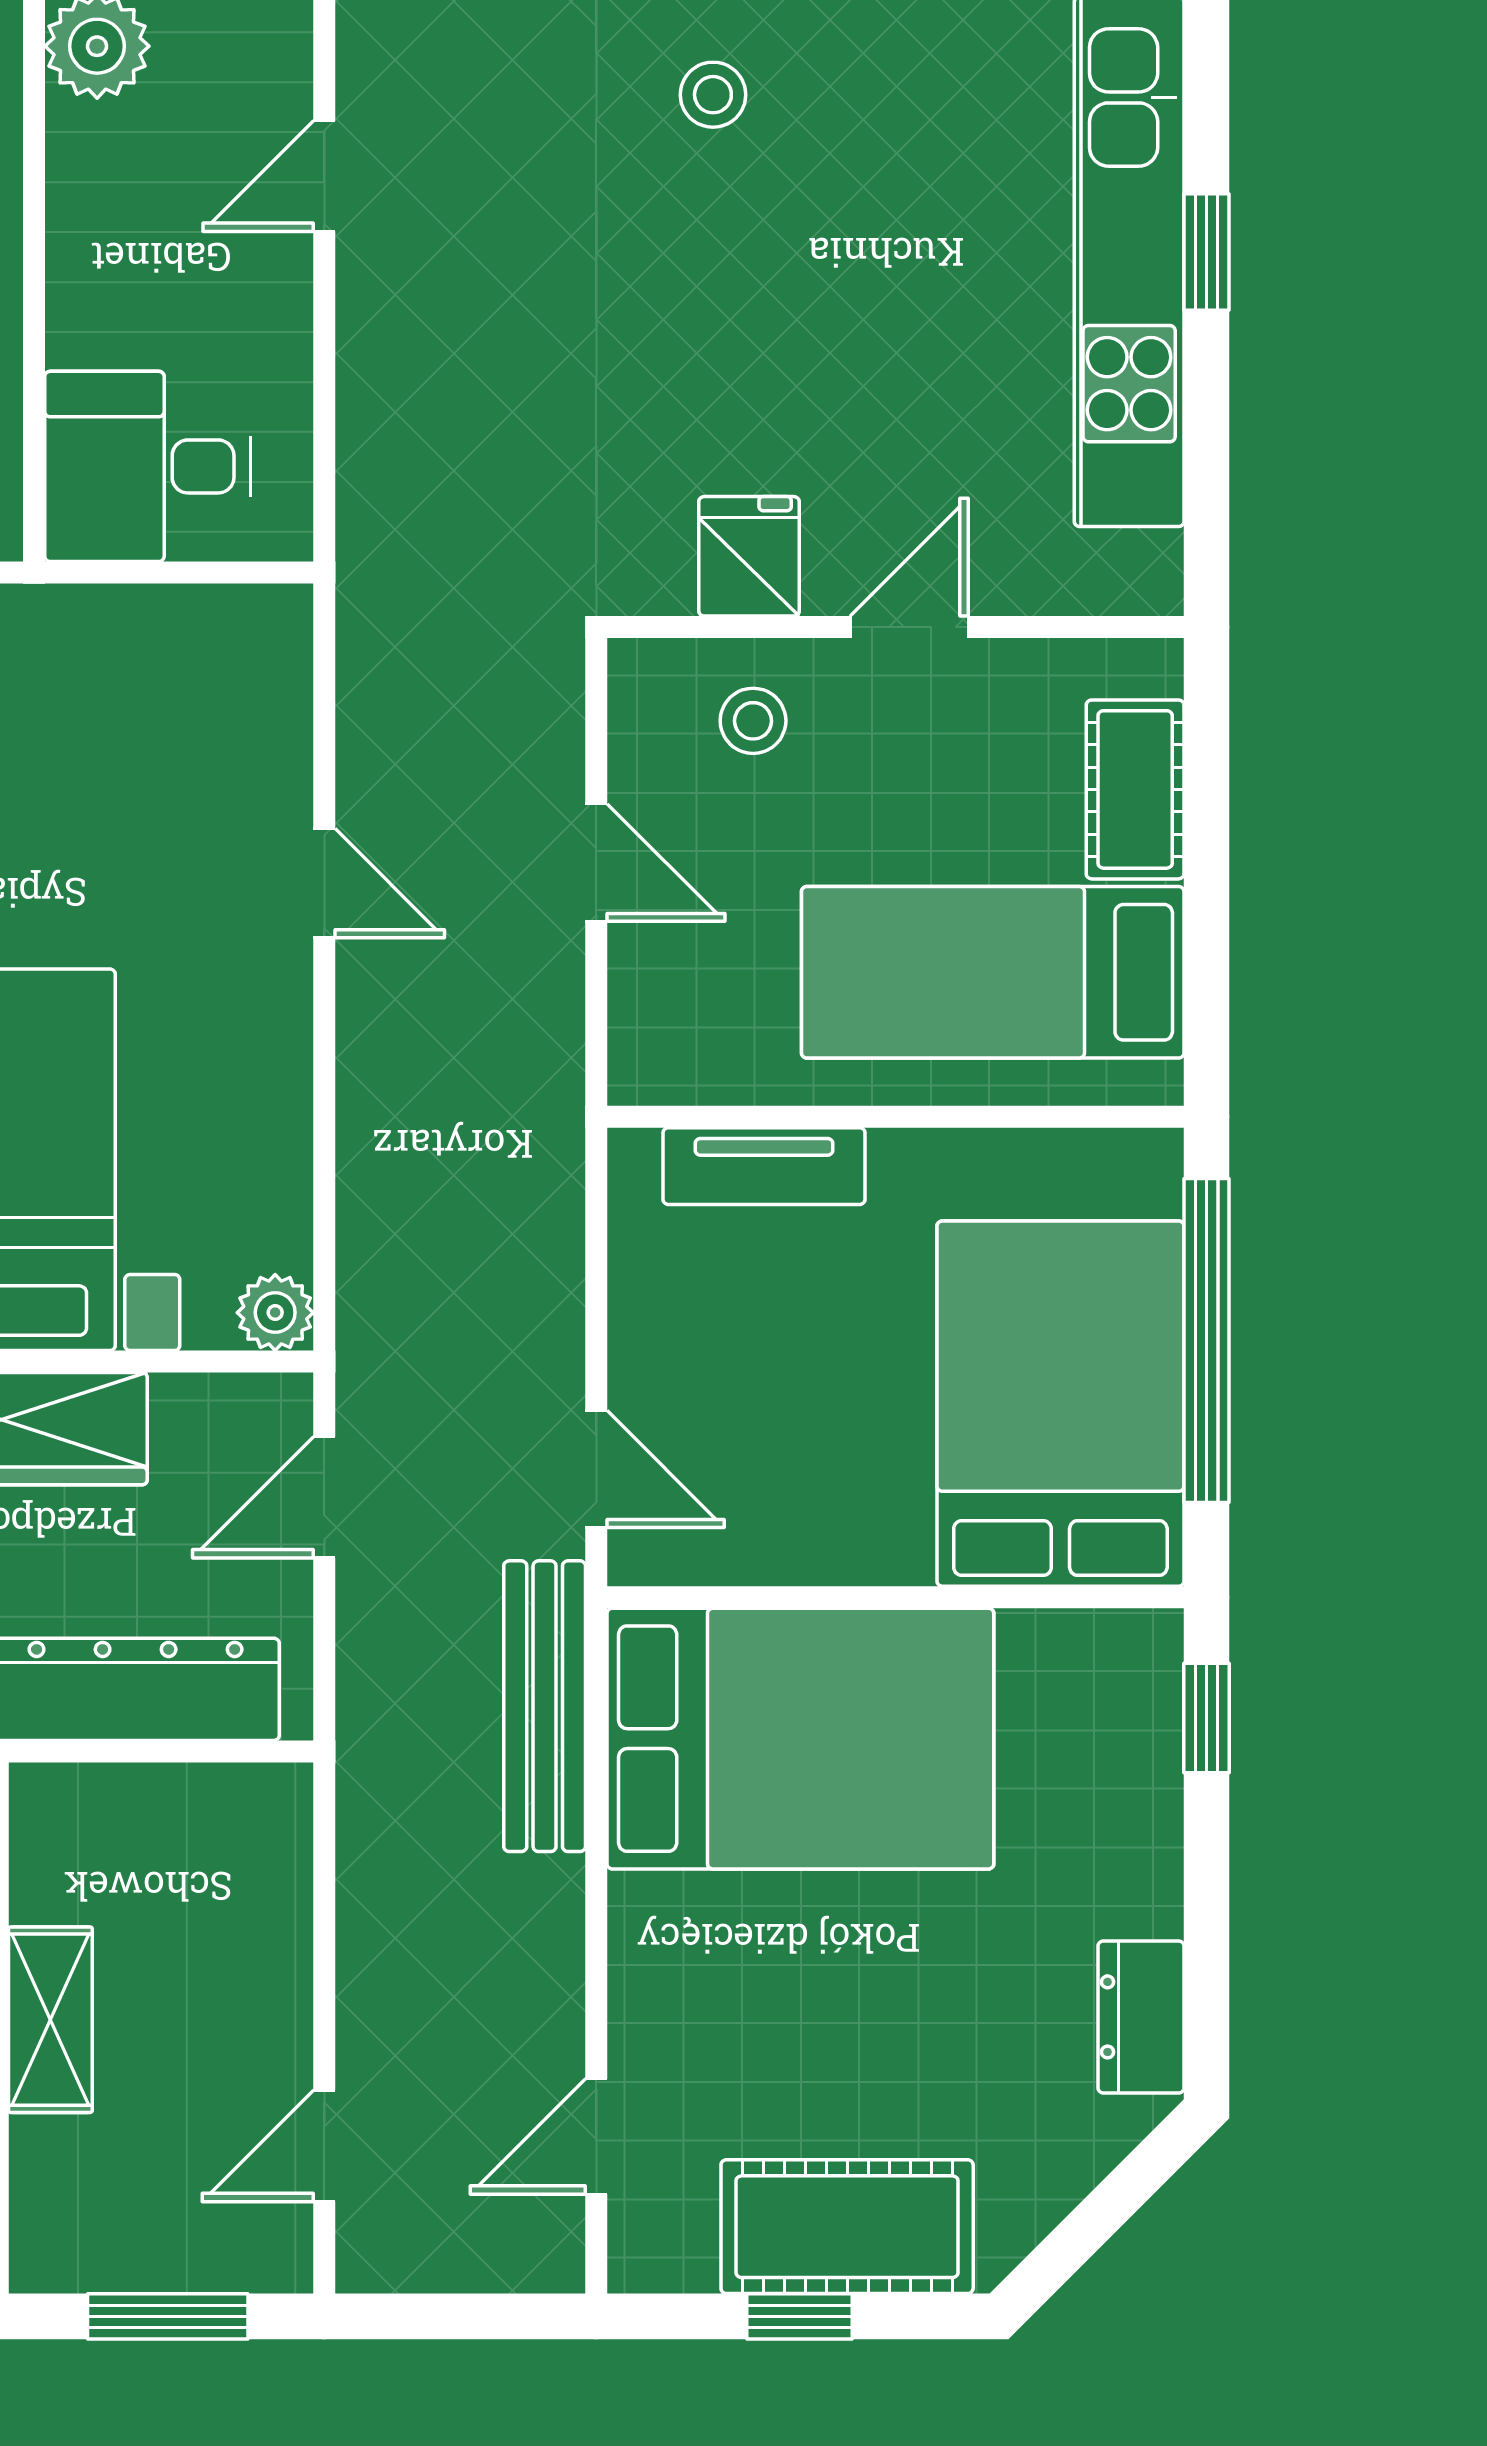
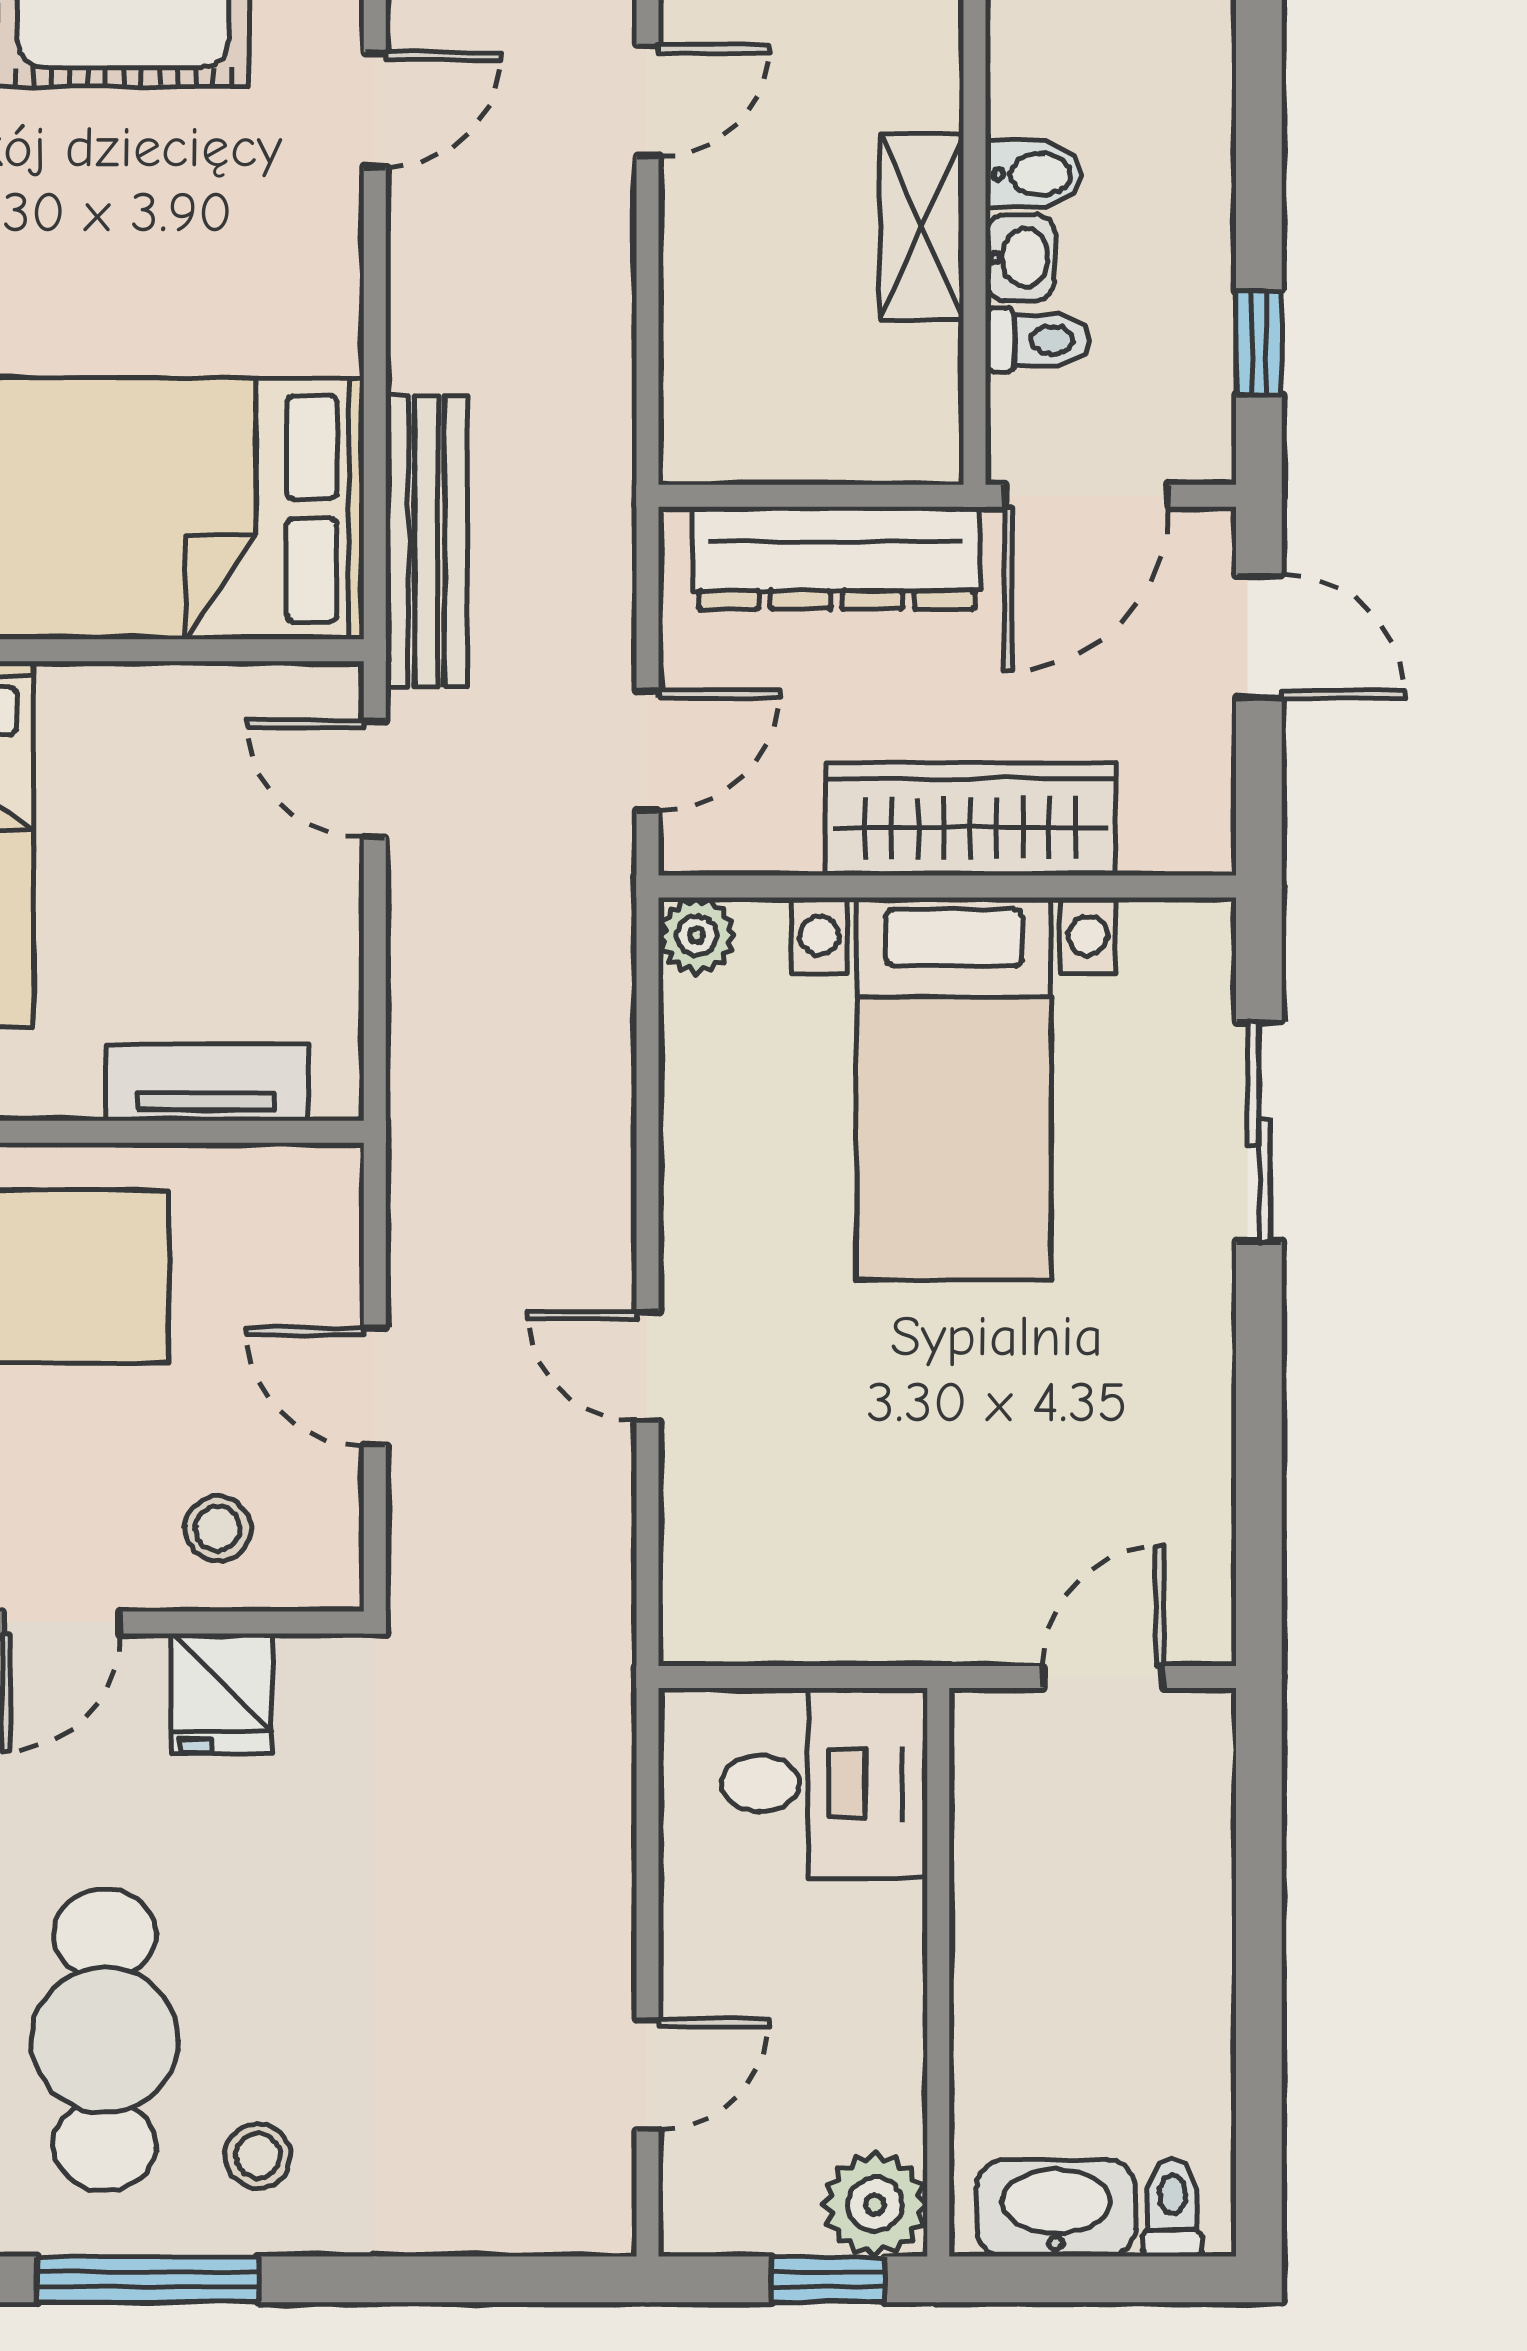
cafe table: (866, 210) -> (105, 2040), added

